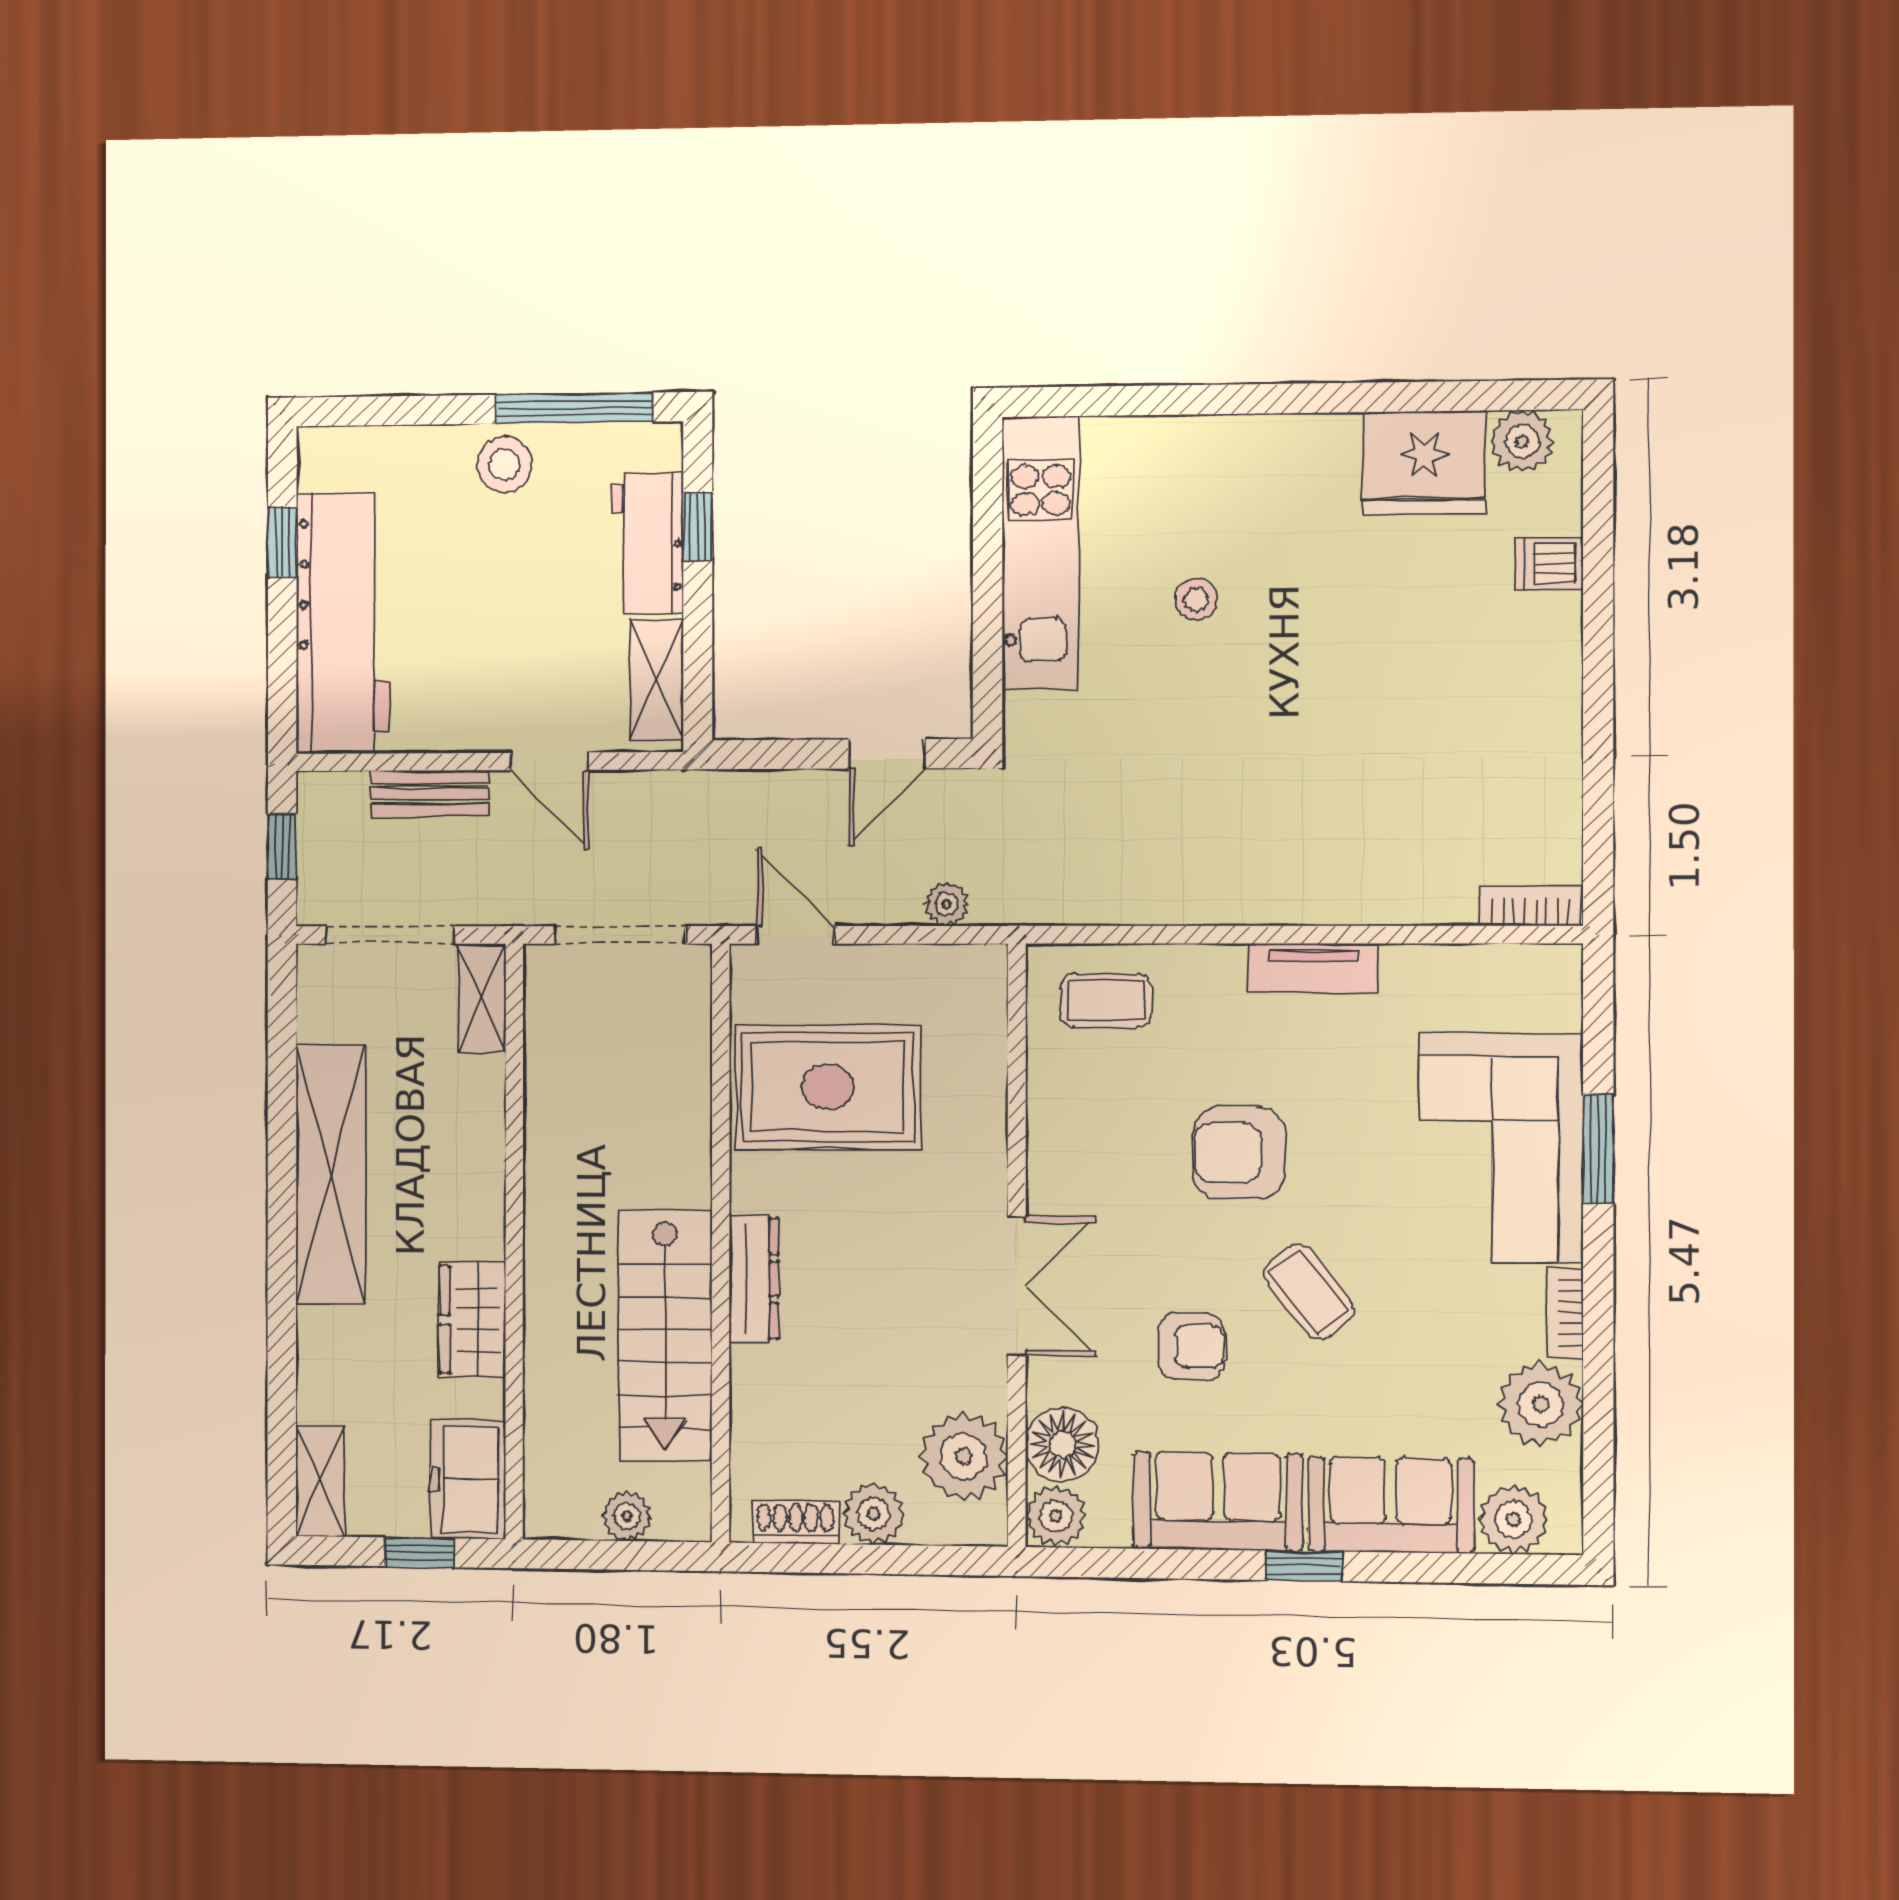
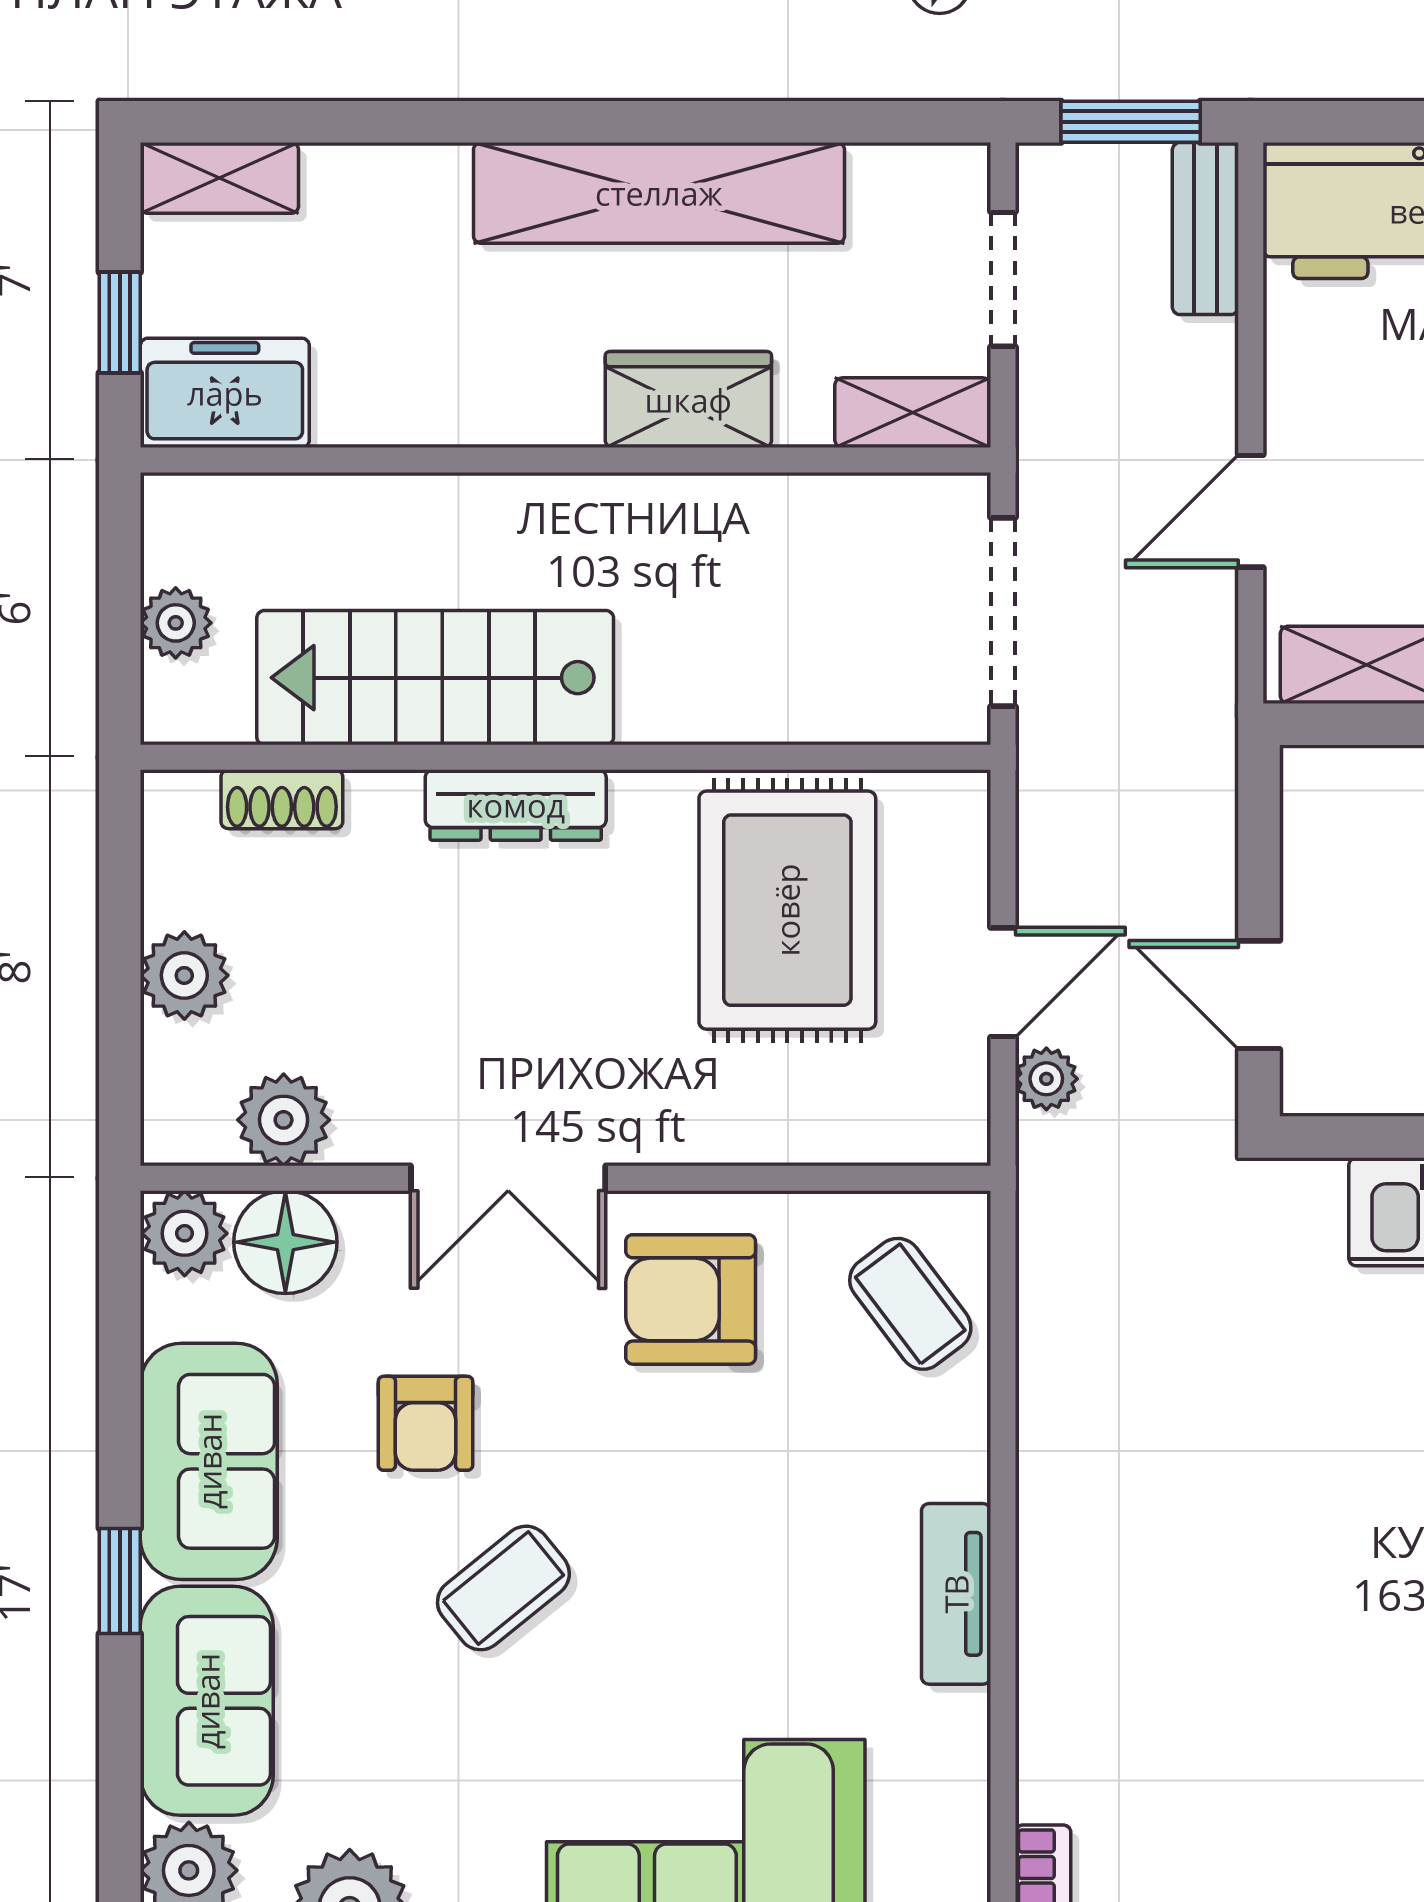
bench: (430, 794) -> (1205, 228), moved
window: (282, 846) -> (1131, 122), width x1.50
doorway: (390, 935) -> (1003, 279), width x0.73
door: (795, 935) -> (1003, 982), moved
coffee table: (1106, 1001) -> (910, 1304), turned -37
armchair: (1239, 1153) -> (691, 1299), moved, turned -90
wardrobe: (472, 1320) -> (688, 400), moved
plant: (964, 1456) -> (284, 1120), width x0.73, depth x0.73
shoe rack: (795, 1523) -> (282, 799), moved, turned 90

